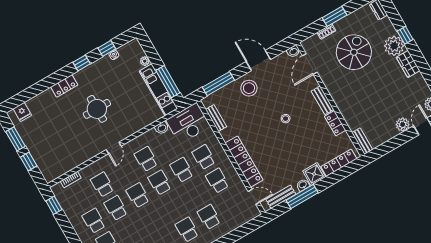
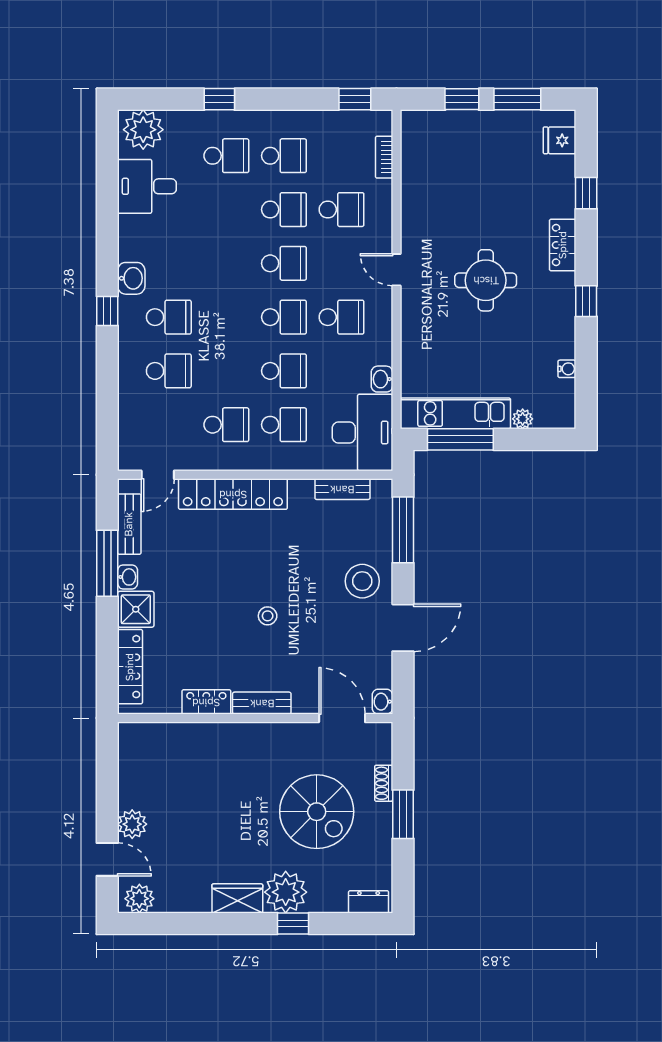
window: (107, 48) -> (586, 193), moved
bench: (362, 141) -> (145, 732), removed

